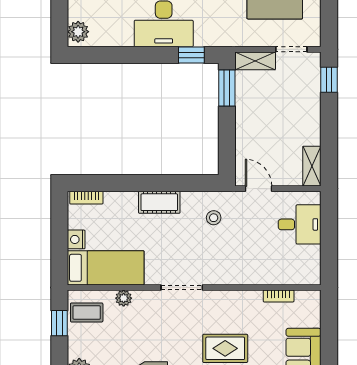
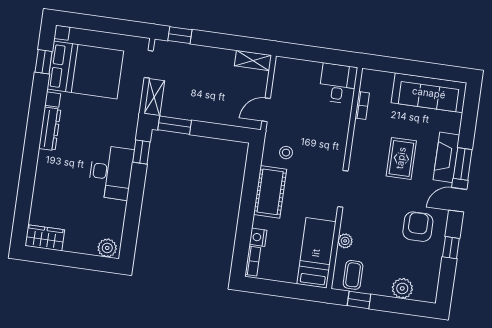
cot: (159, 202) -> (270, 192), width x1.37, depth x1.34
desk: (300, 224) -> (338, 83), moved
nightstand: (76, 239) -> (258, 237), moved, turned 90

